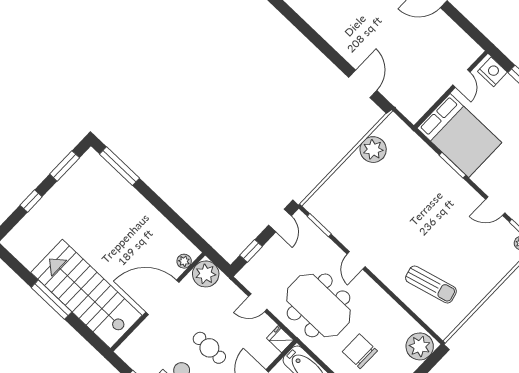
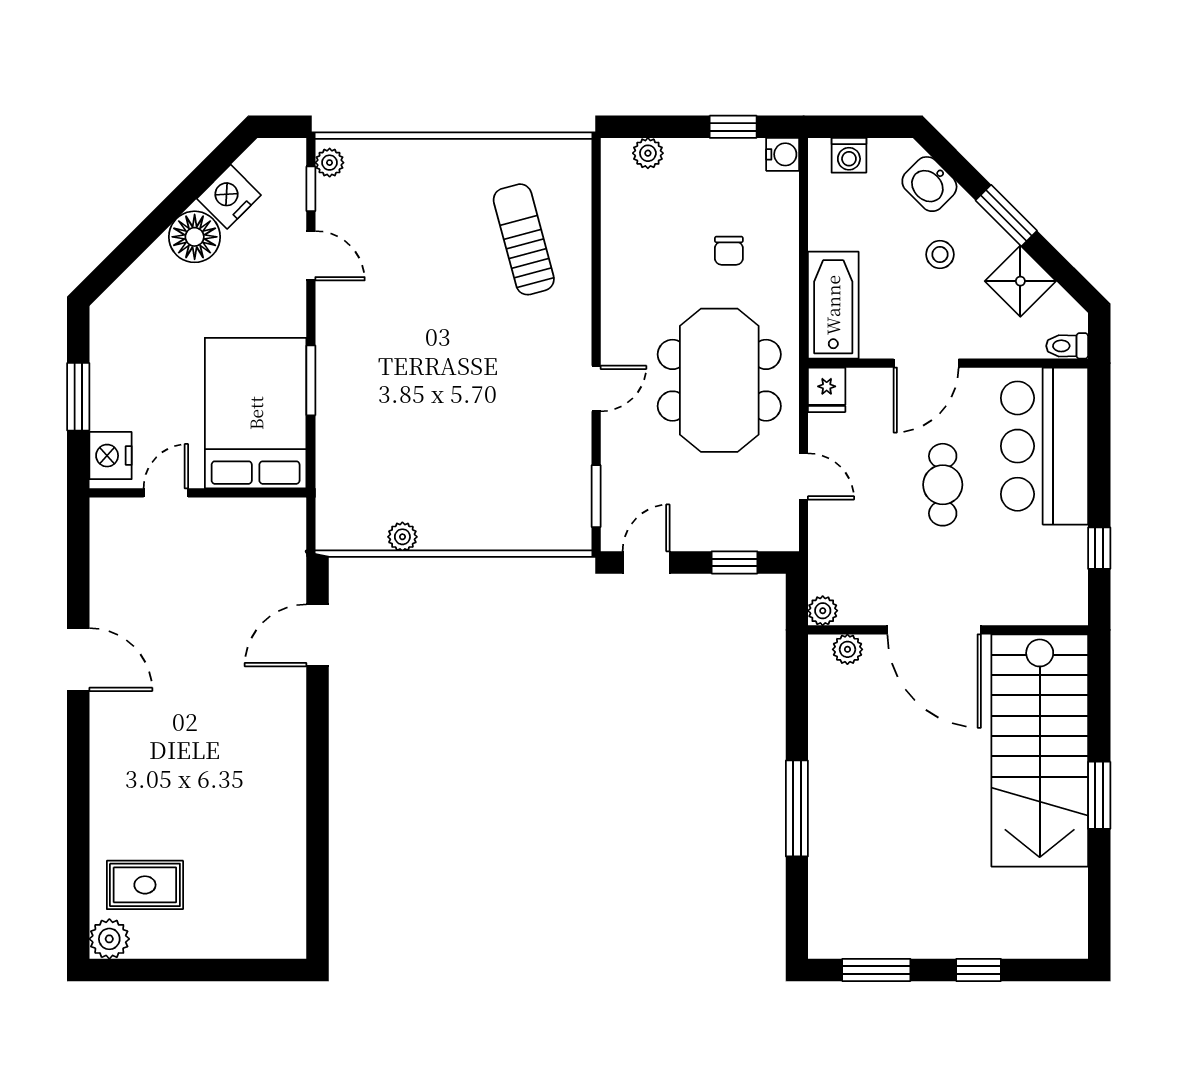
plant: (373, 150) -> (402, 537), width x0.53, depth x0.53
window: (119, 166) -> (797, 808), moved
plant: (206, 274) -> (823, 611), width x0.53, depth x0.53
window: (51, 300) -> (1099, 795), width x0.69
plant: (420, 346) -> (648, 153), width x0.53, depth x0.53
chair: (360, 351) -> (729, 251), width x0.54, depth x0.54

